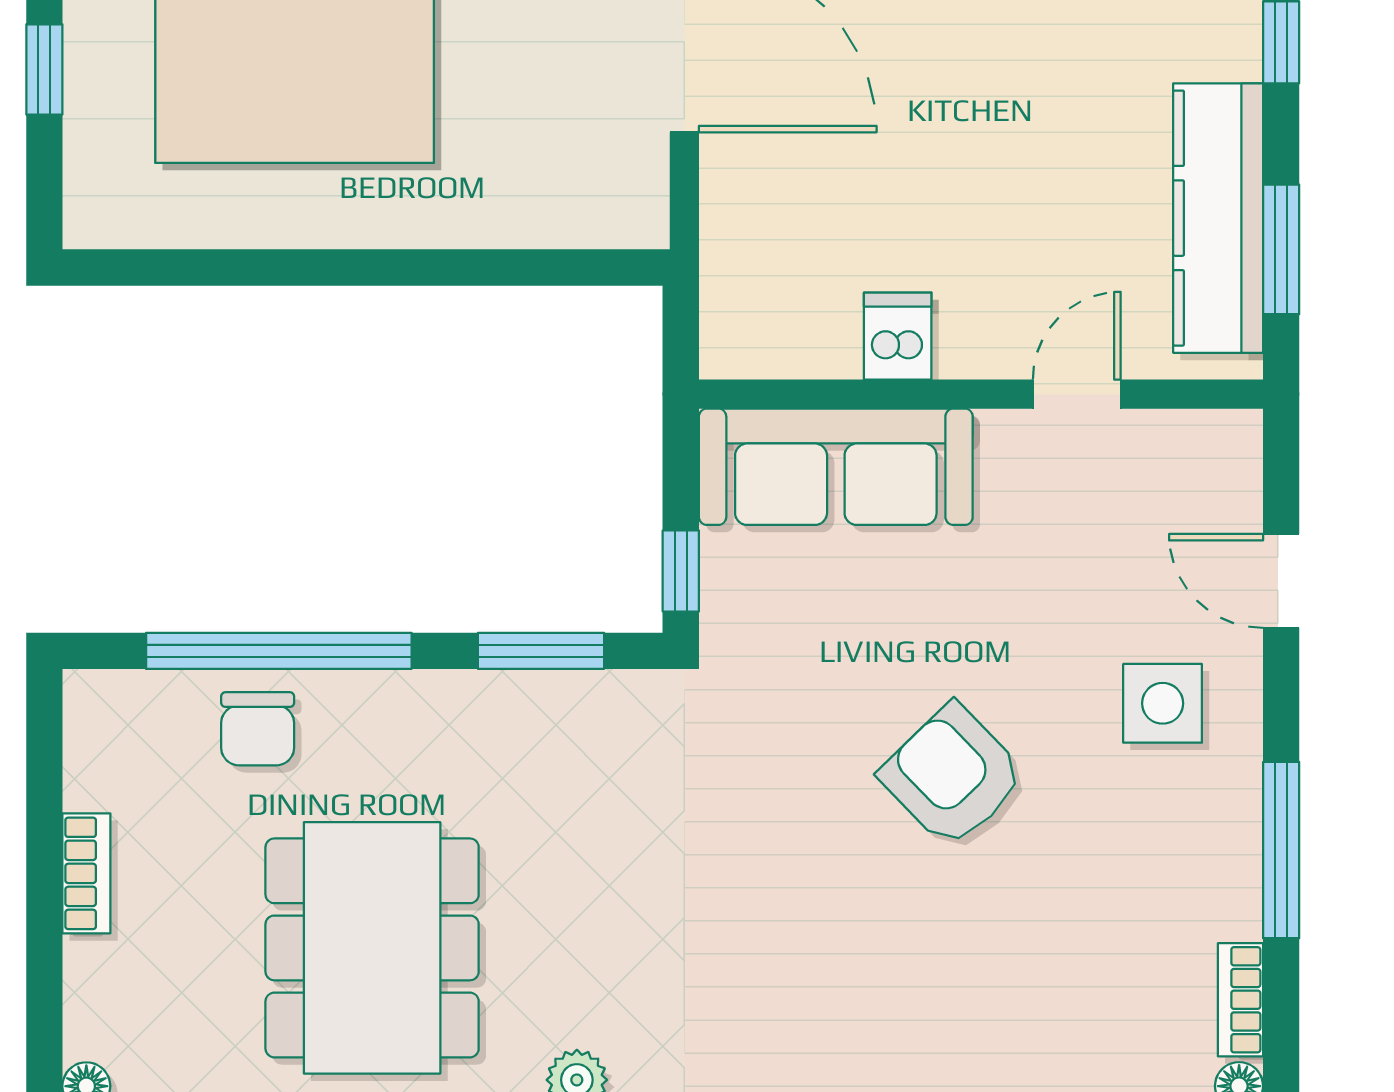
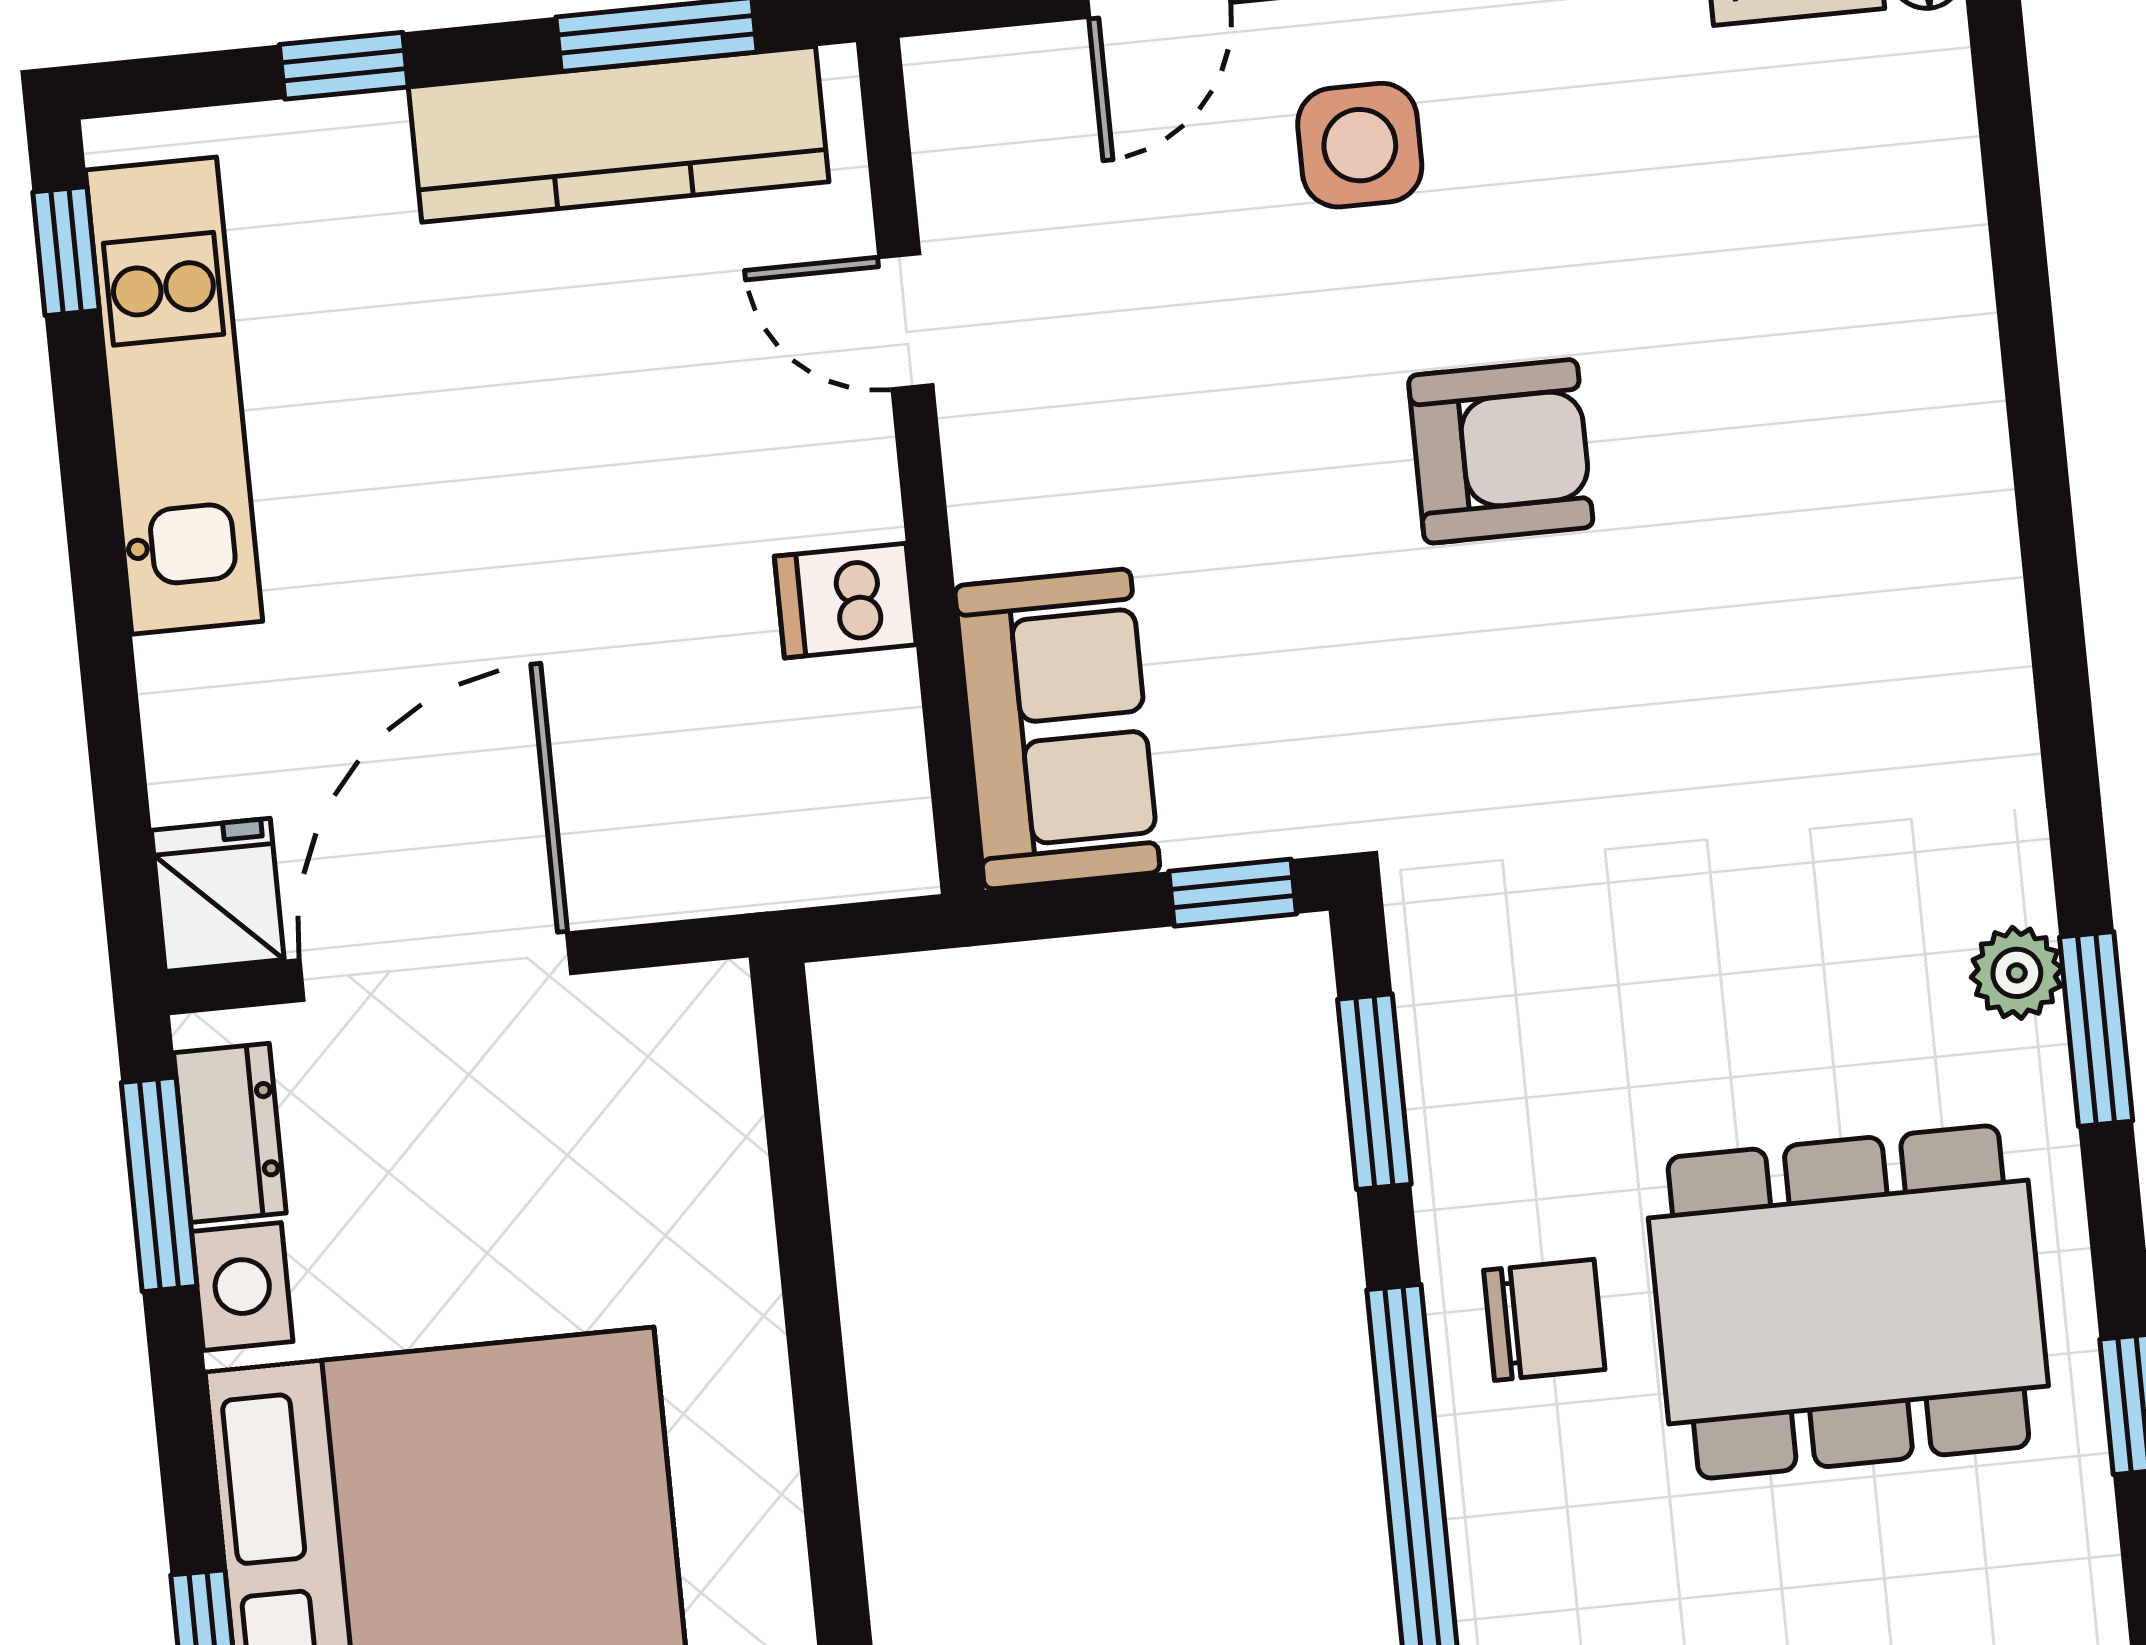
sofa: (836, 467) -> (1057, 729), width x0.73
chair: (258, 729) -> (1544, 1320), moved
armchair: (953, 776) -> (1501, 451), turned -136

